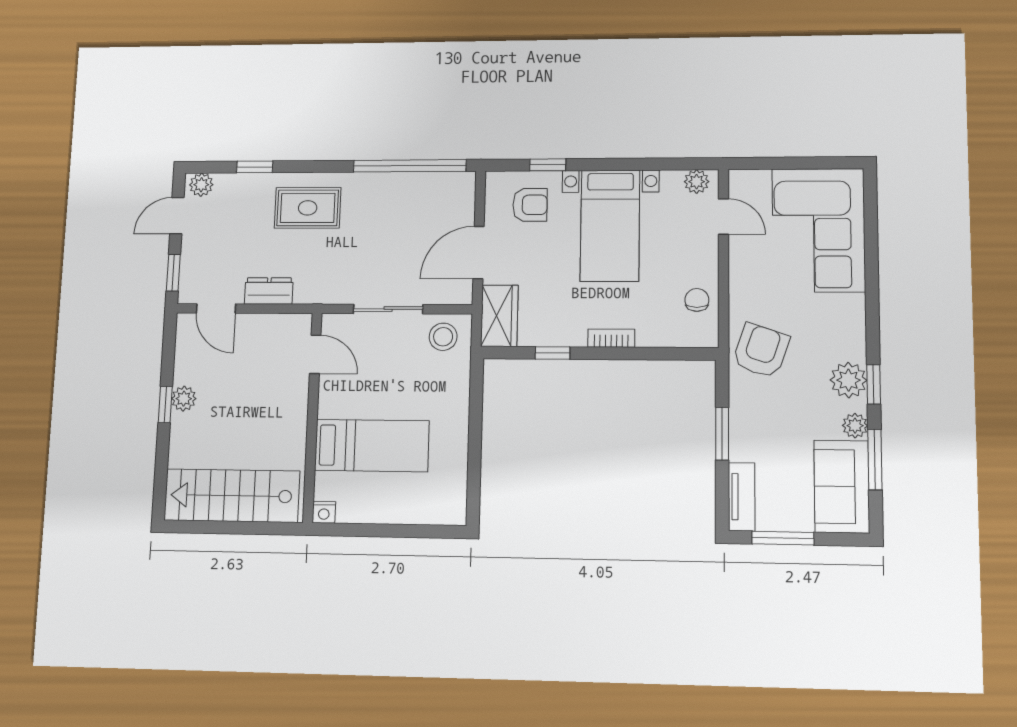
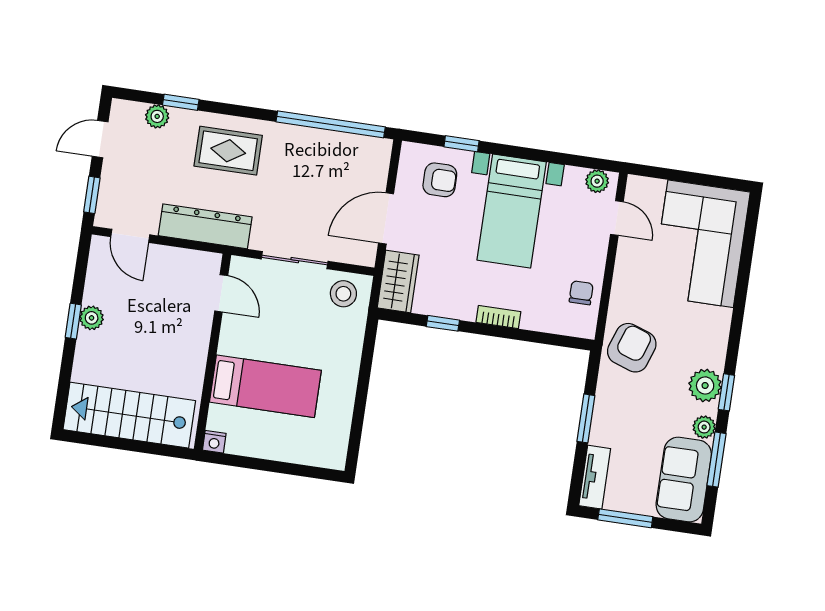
plant: (201, 185) -> (157, 116), moved
dresser: (269, 291) -> (205, 226), width x1.96, depth x1.24

